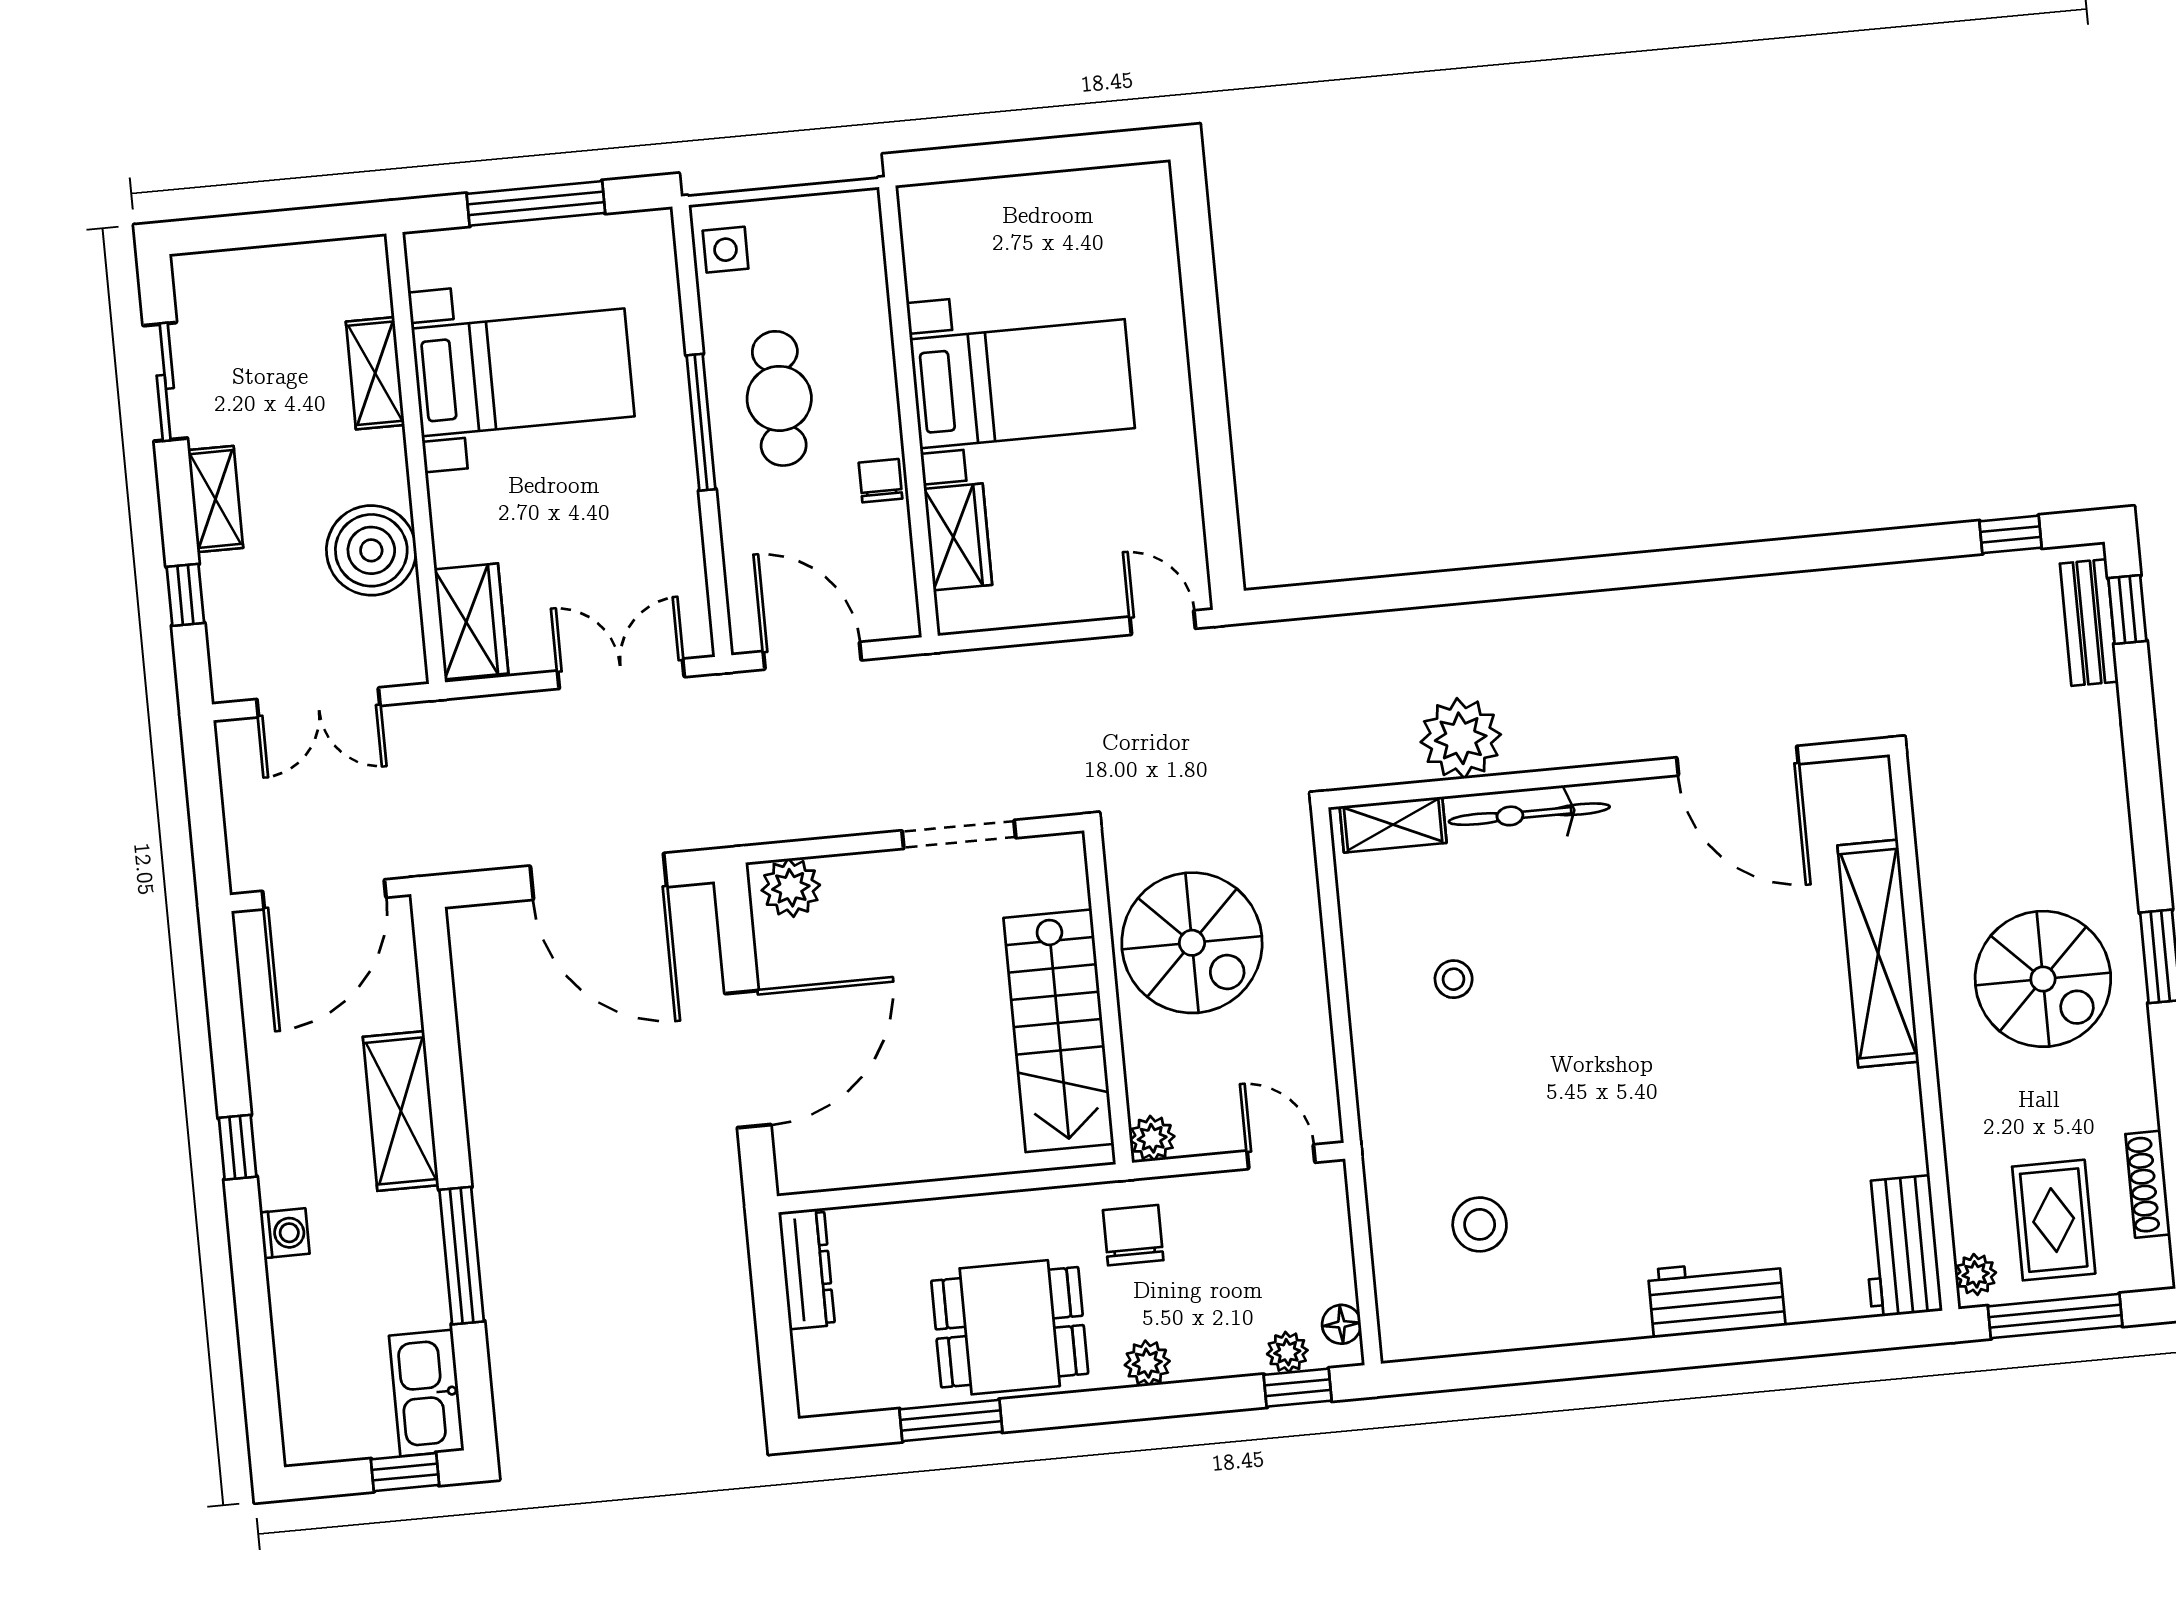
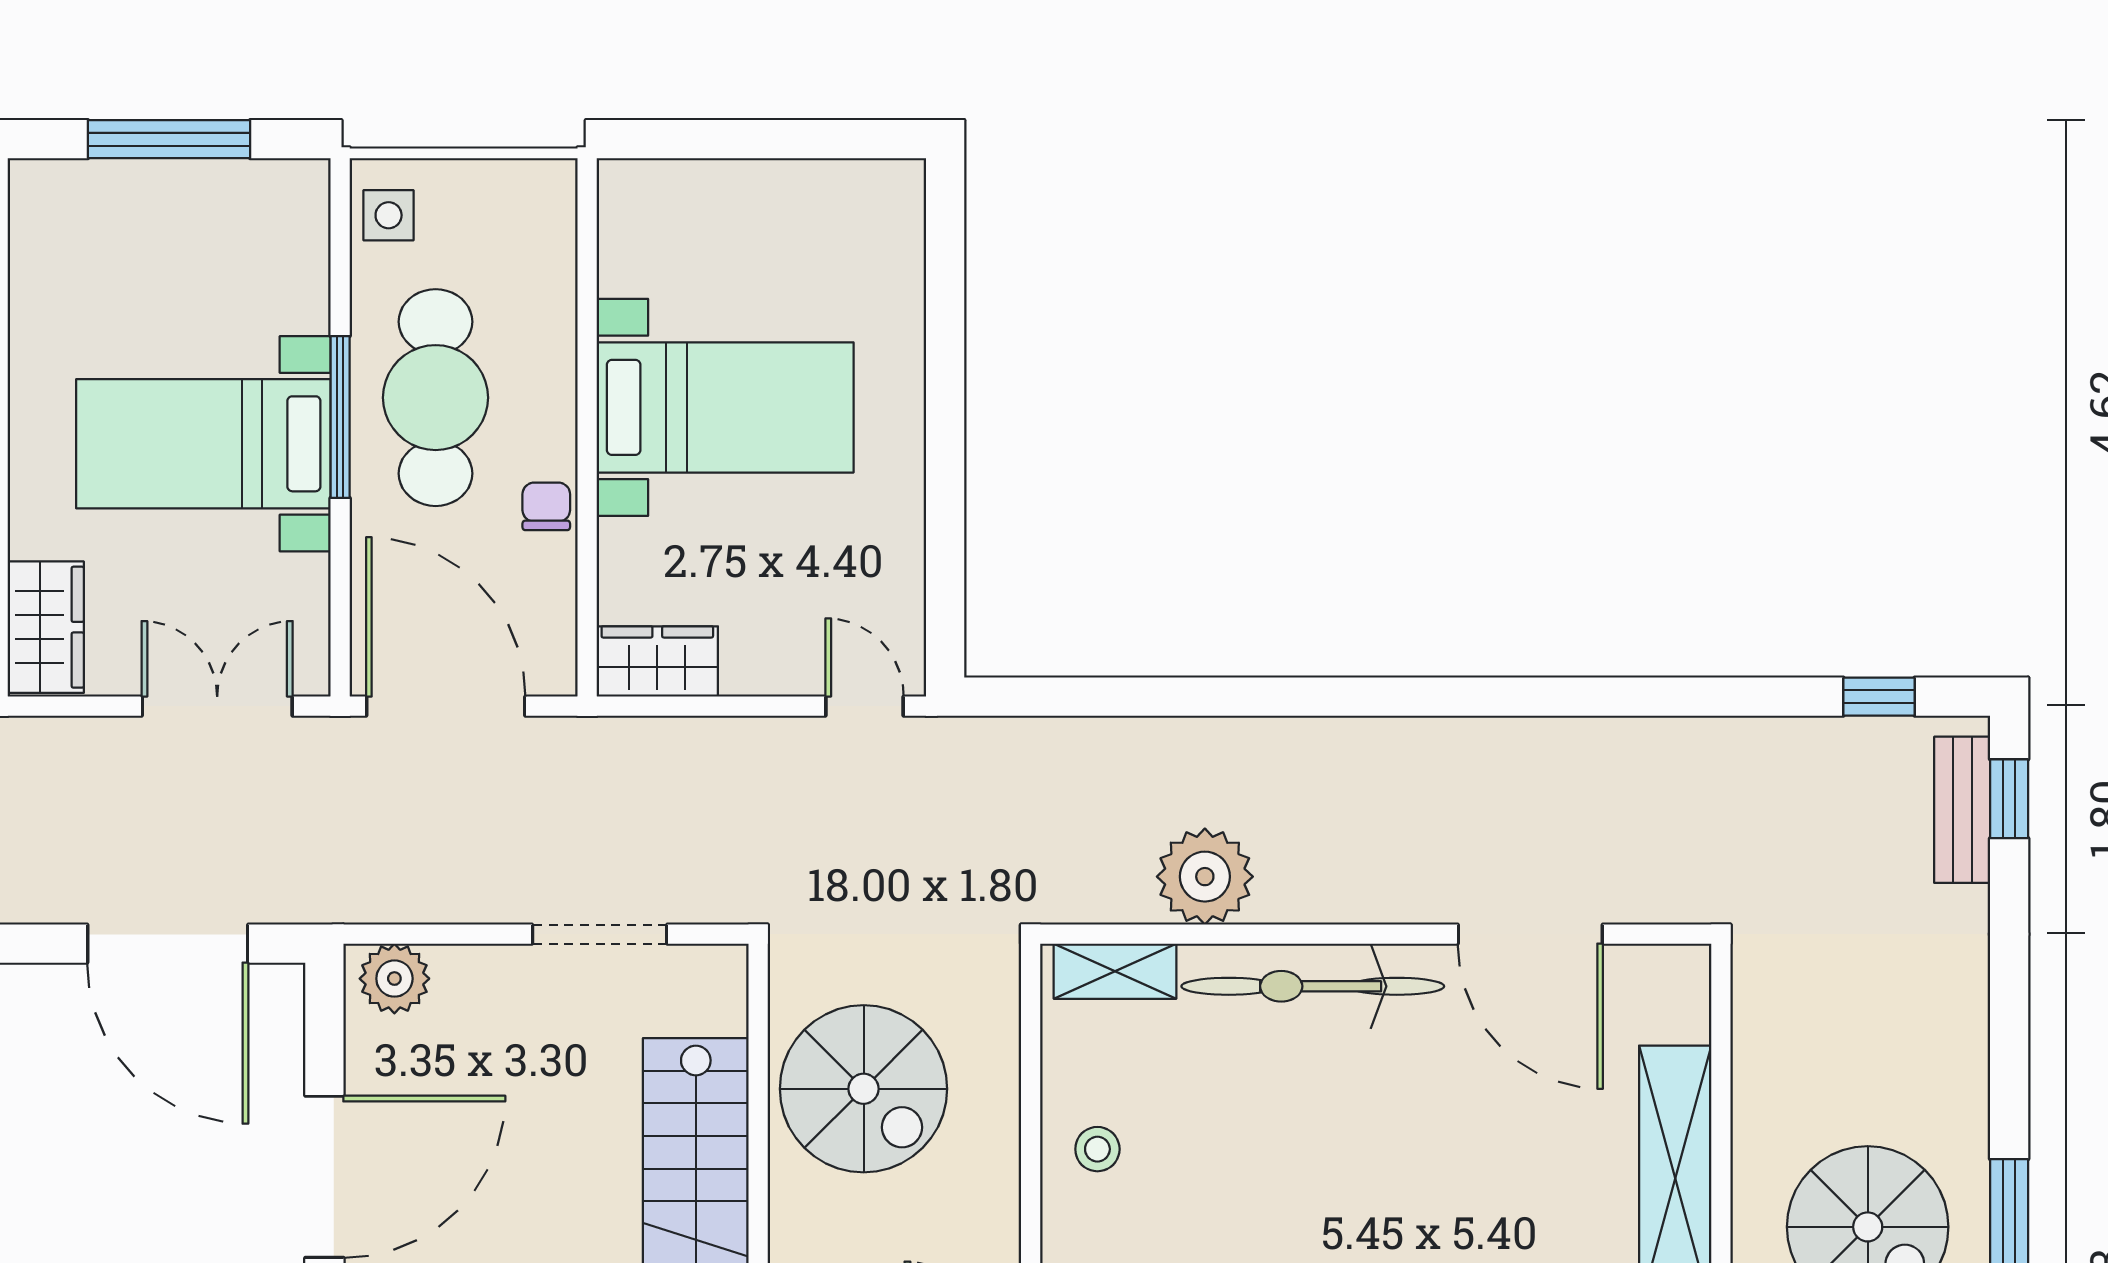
bed with nightstands: (523, 372) -> (203, 444), moved, turned 180
cafe table: (779, 398) -> (436, 398), width x1.37, depth x1.35
wardrobe: (958, 537) -> (657, 661), moved, turned -90
door: (812, 656) -> (446, 706), width x1.36
bicycle: (1529, 814) -> (1313, 986), width x1.37, depth x1.40
stool: (1454, 979) -> (1097, 1149), moved

